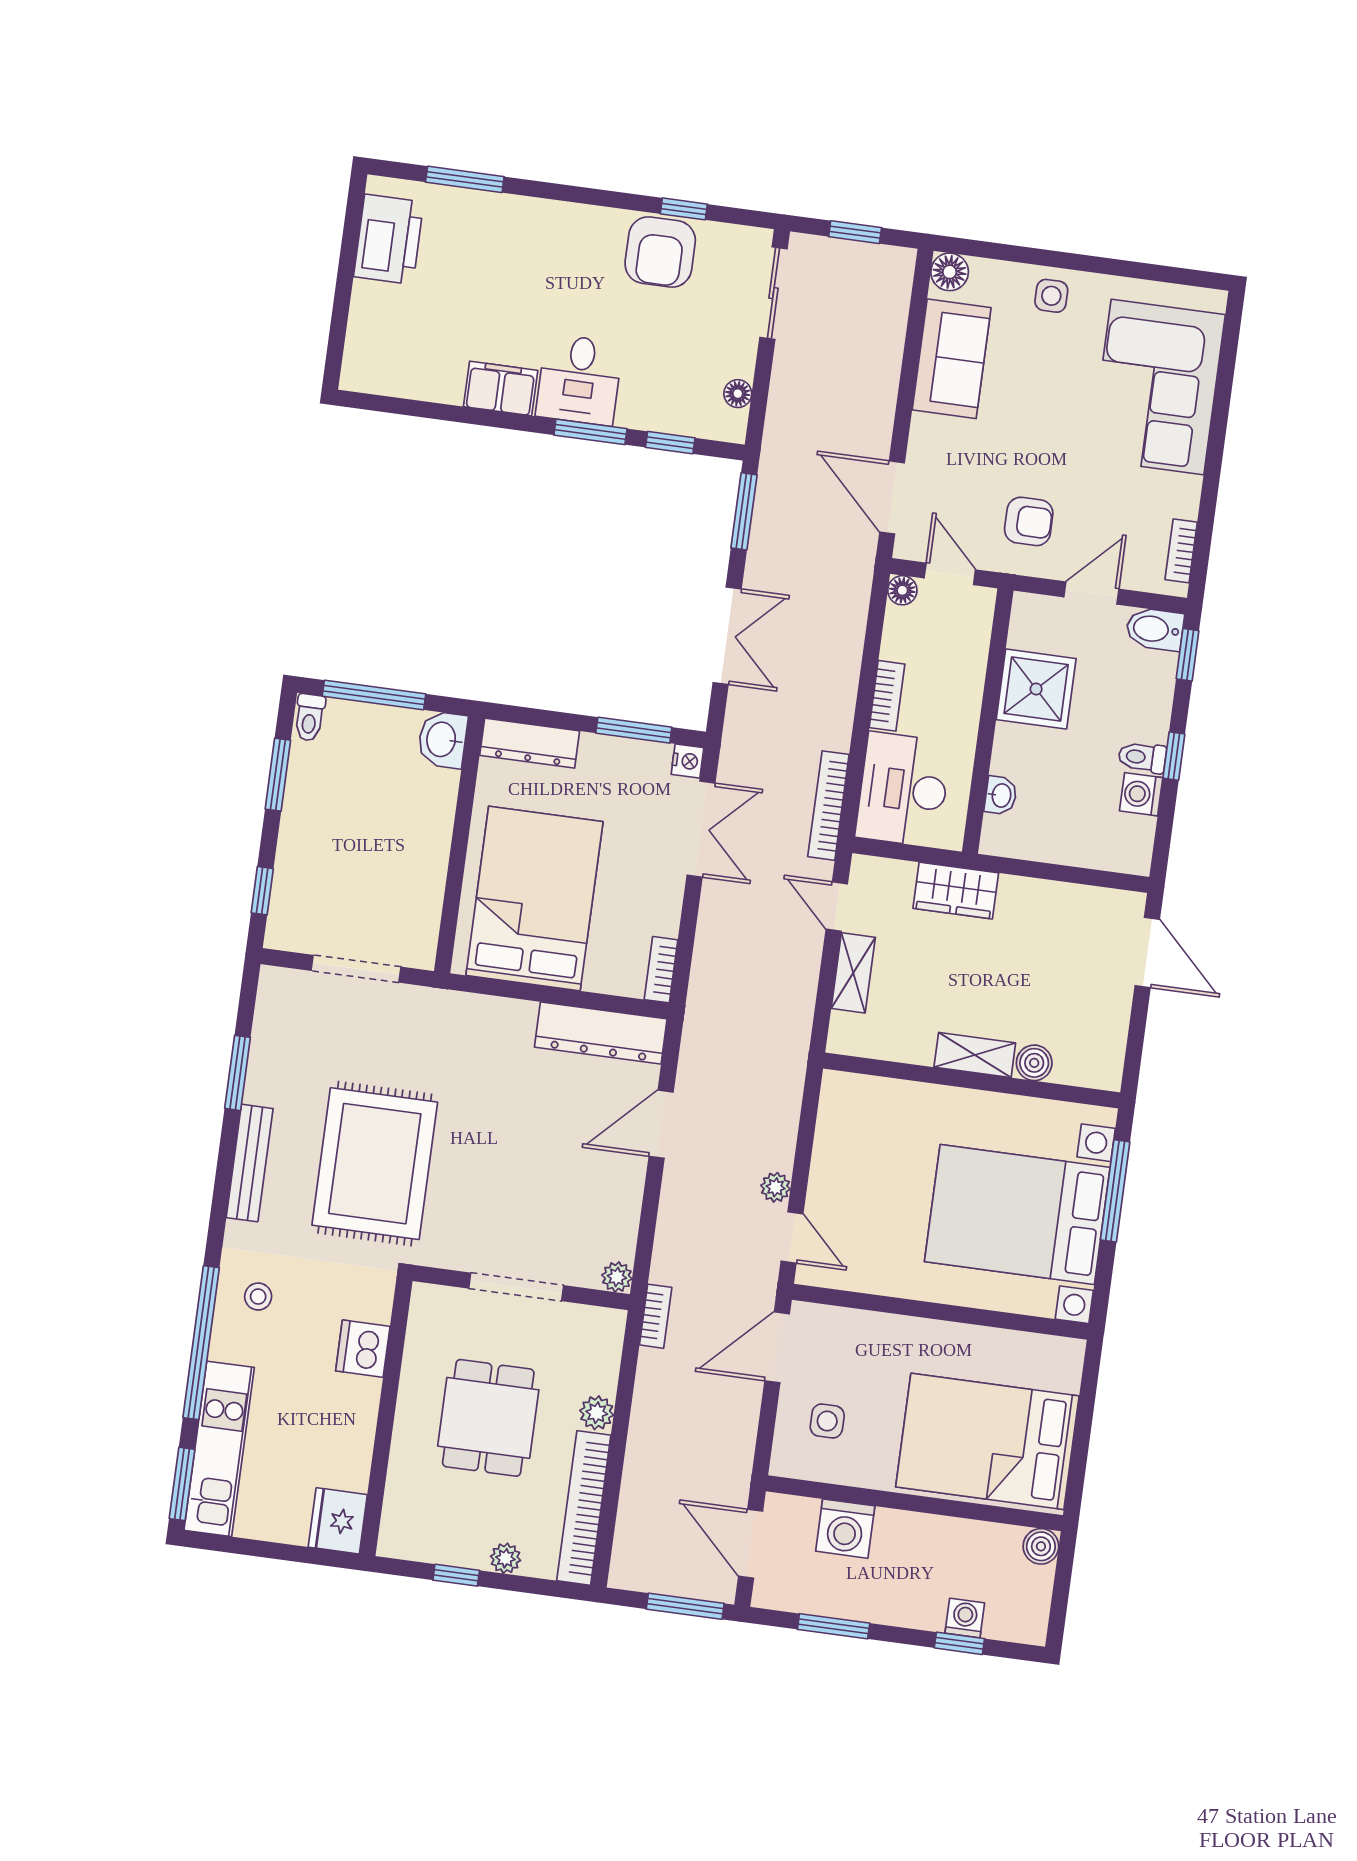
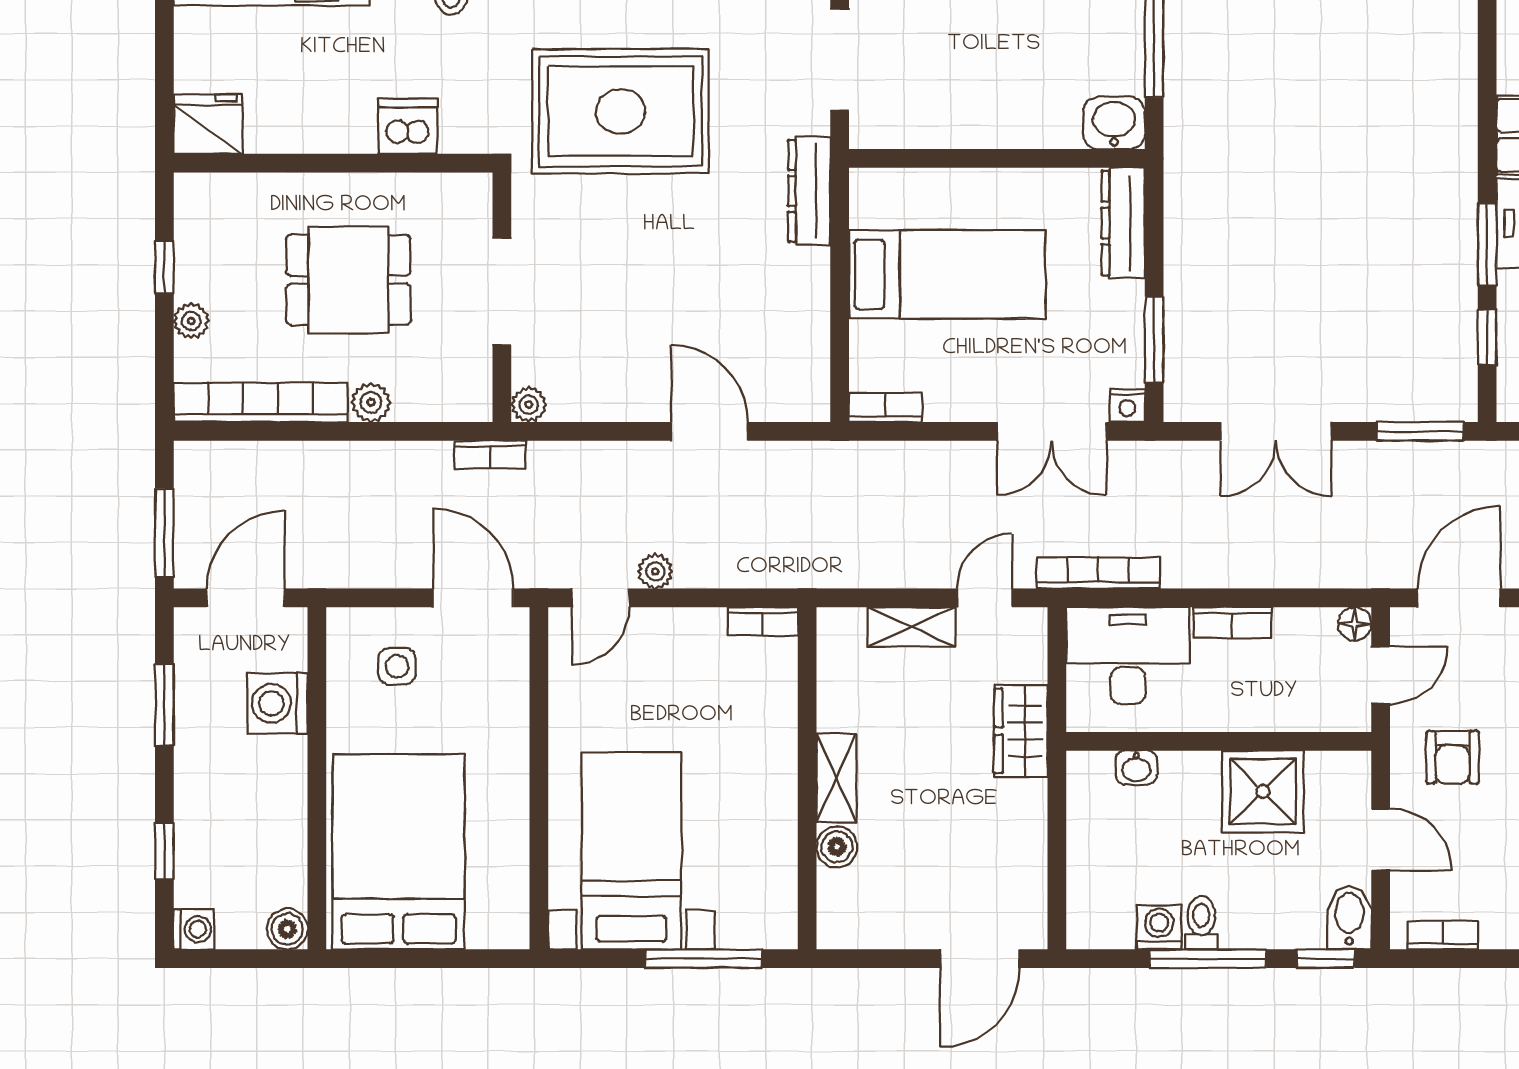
window: (1174, 756) -> (1208, 959), width x2.17
bed: (534, 898) -> (947, 274), width x0.67
dresser: (601, 1033) -> (809, 191), moved, width x0.73, depth x0.80
bookcase: (831, 1100) -> (763, 621), added
bed with nightstands: (1017, 1215) -> (631, 851), width x0.73
washing machine: (965, 1618) -> (194, 929), moved

